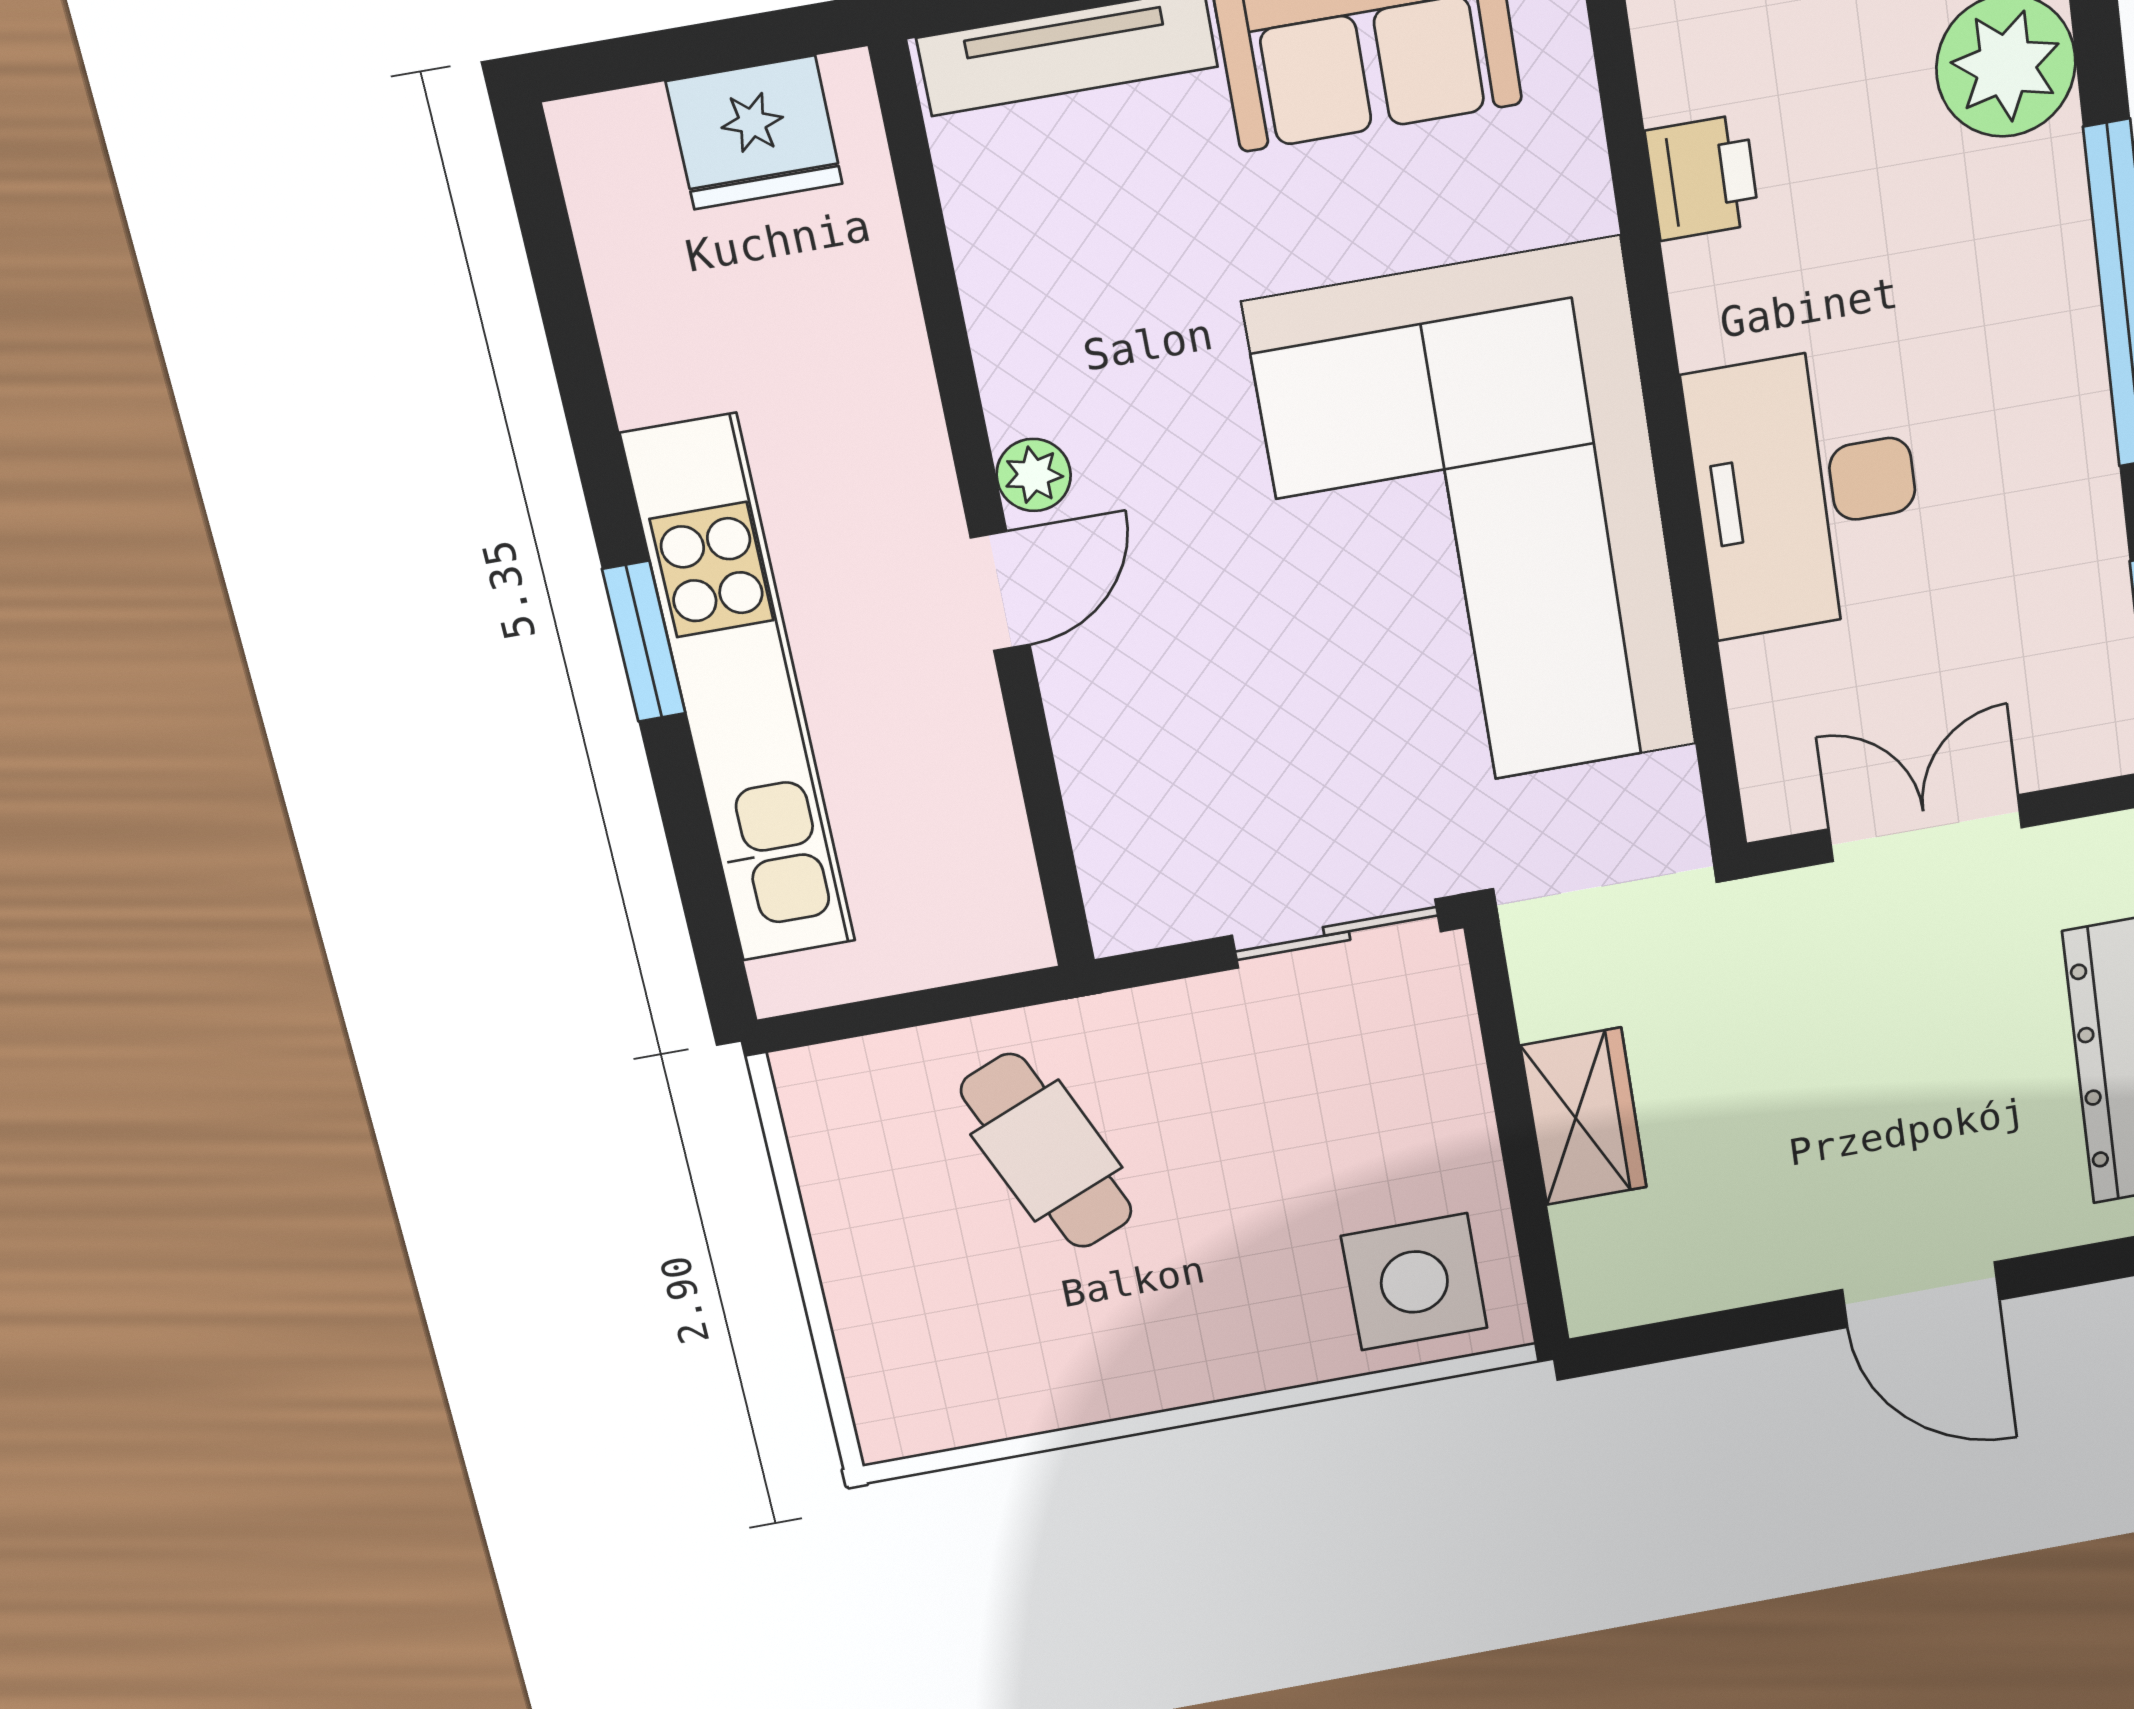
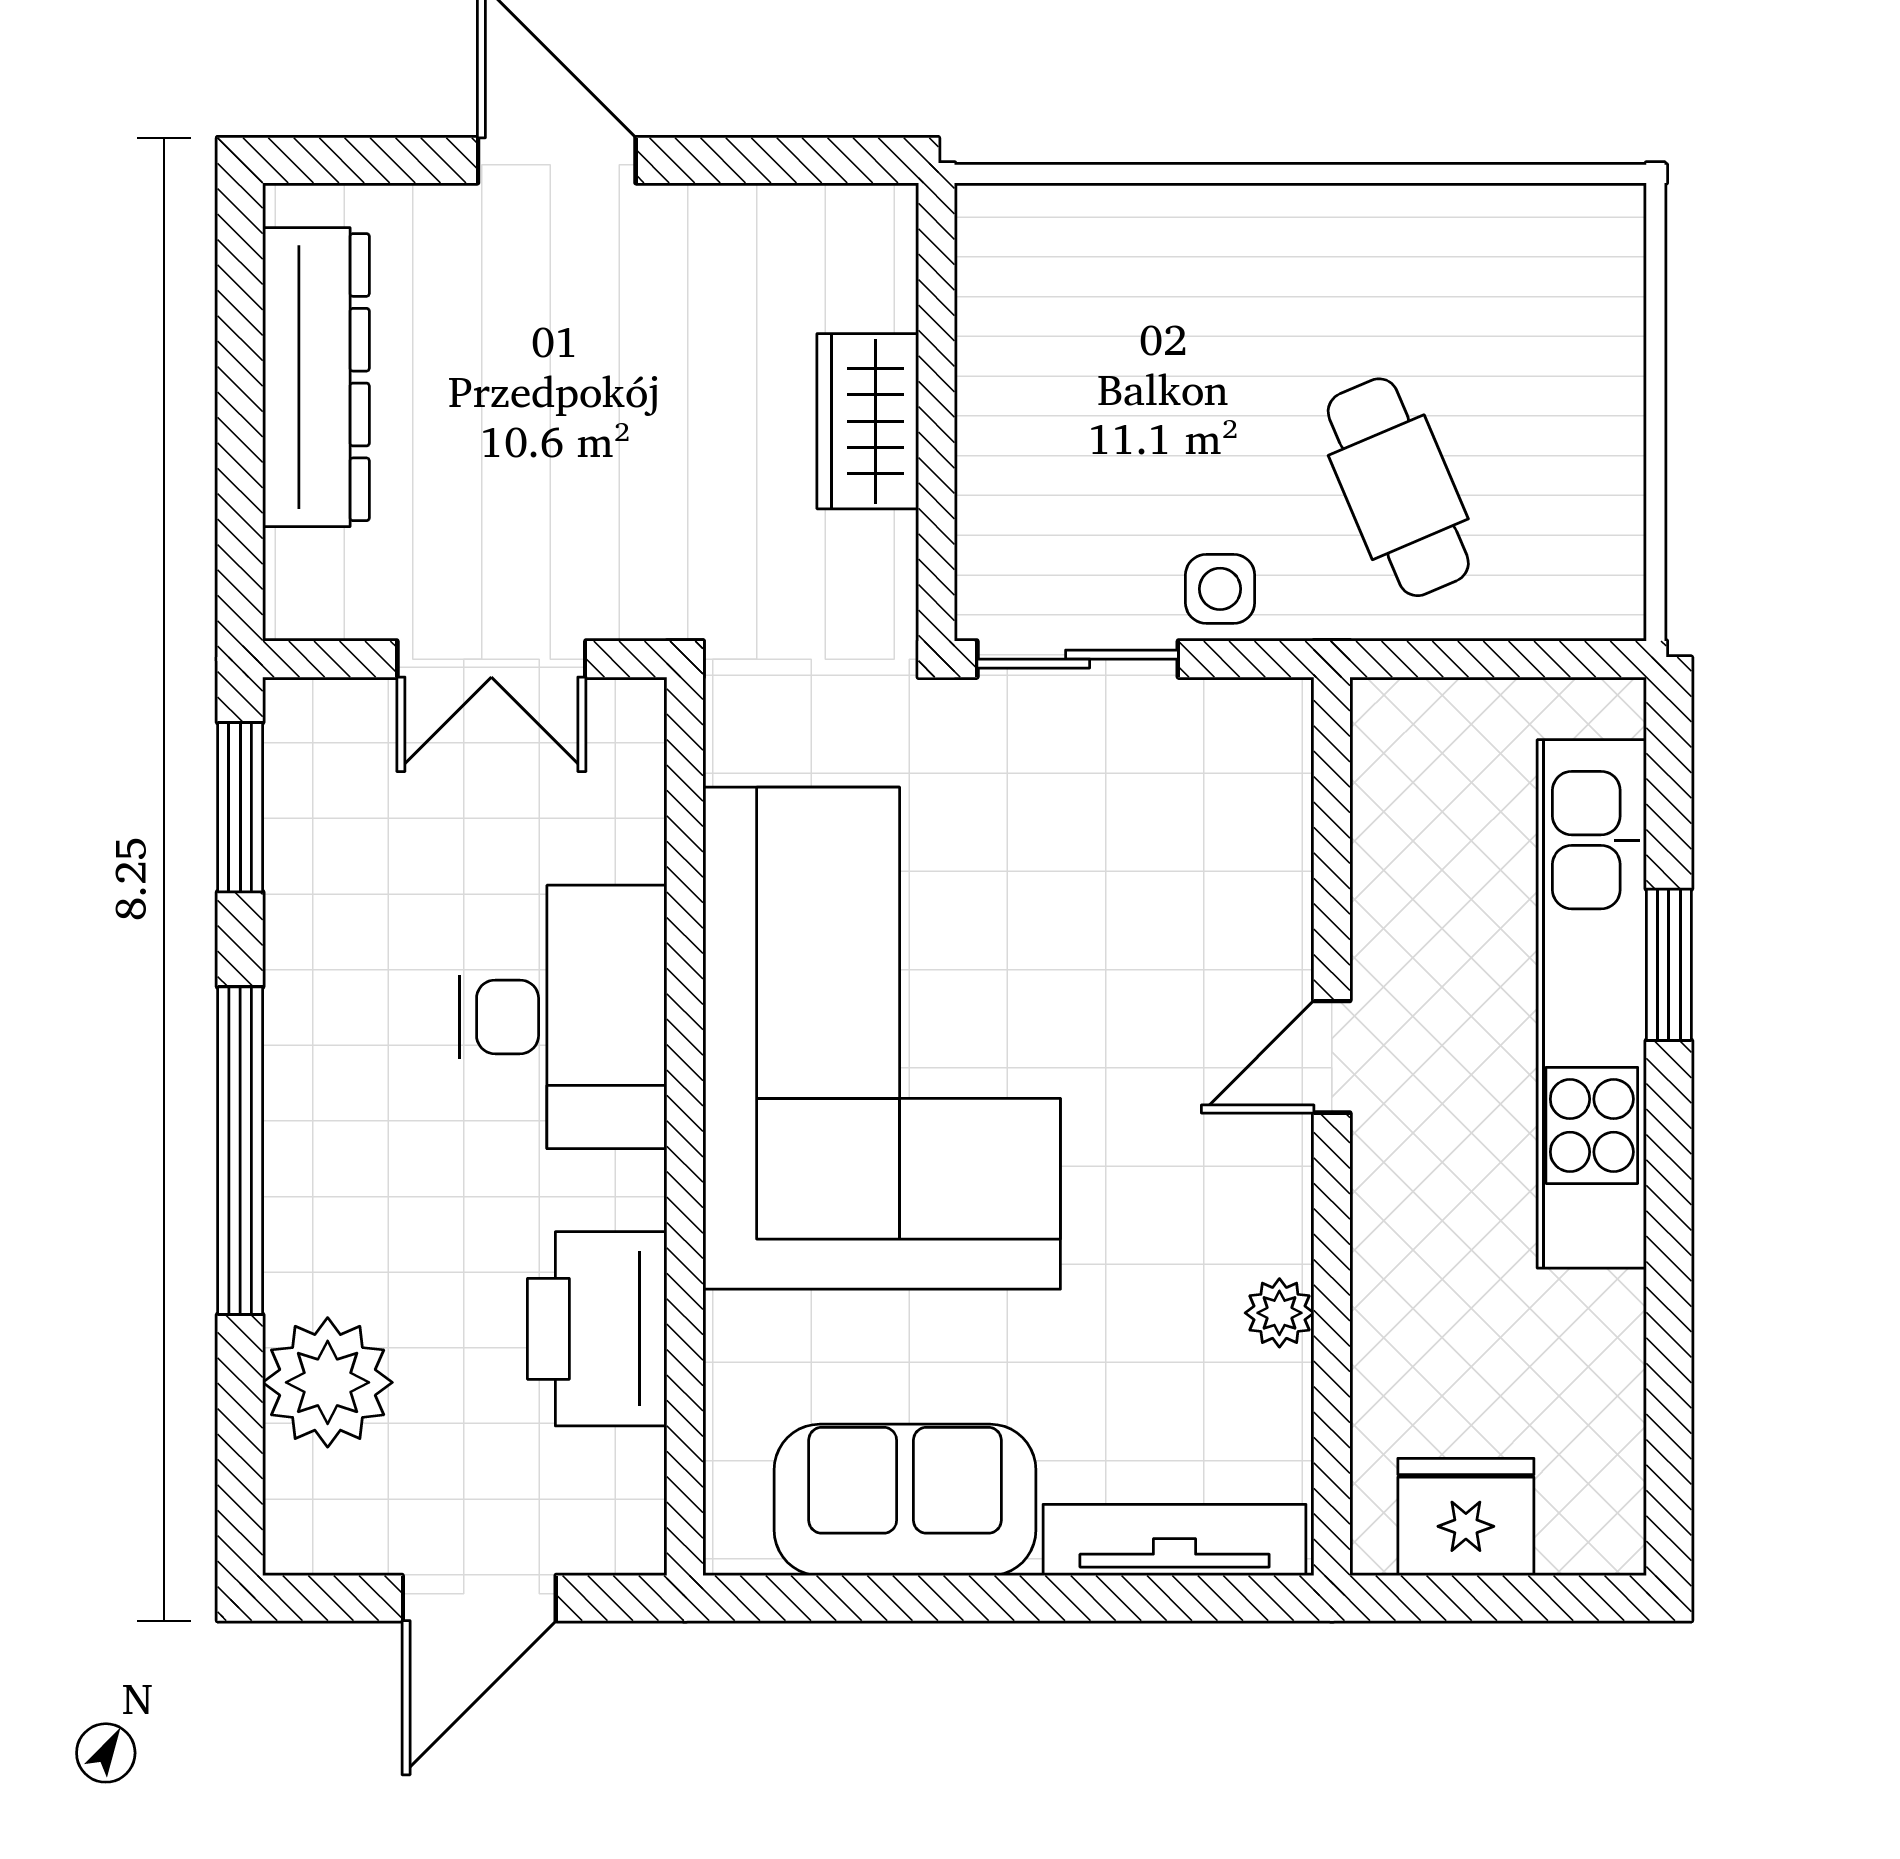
printer: (1703, 177) -> (597, 1329), width x1.87, depth x1.48
plant: (1034, 475) -> (1279, 1313), moved
window: (644, 642) -> (1669, 965), moved
side table: (1414, 1282) -> (1220, 589), moved, width x0.54, depth x0.54

